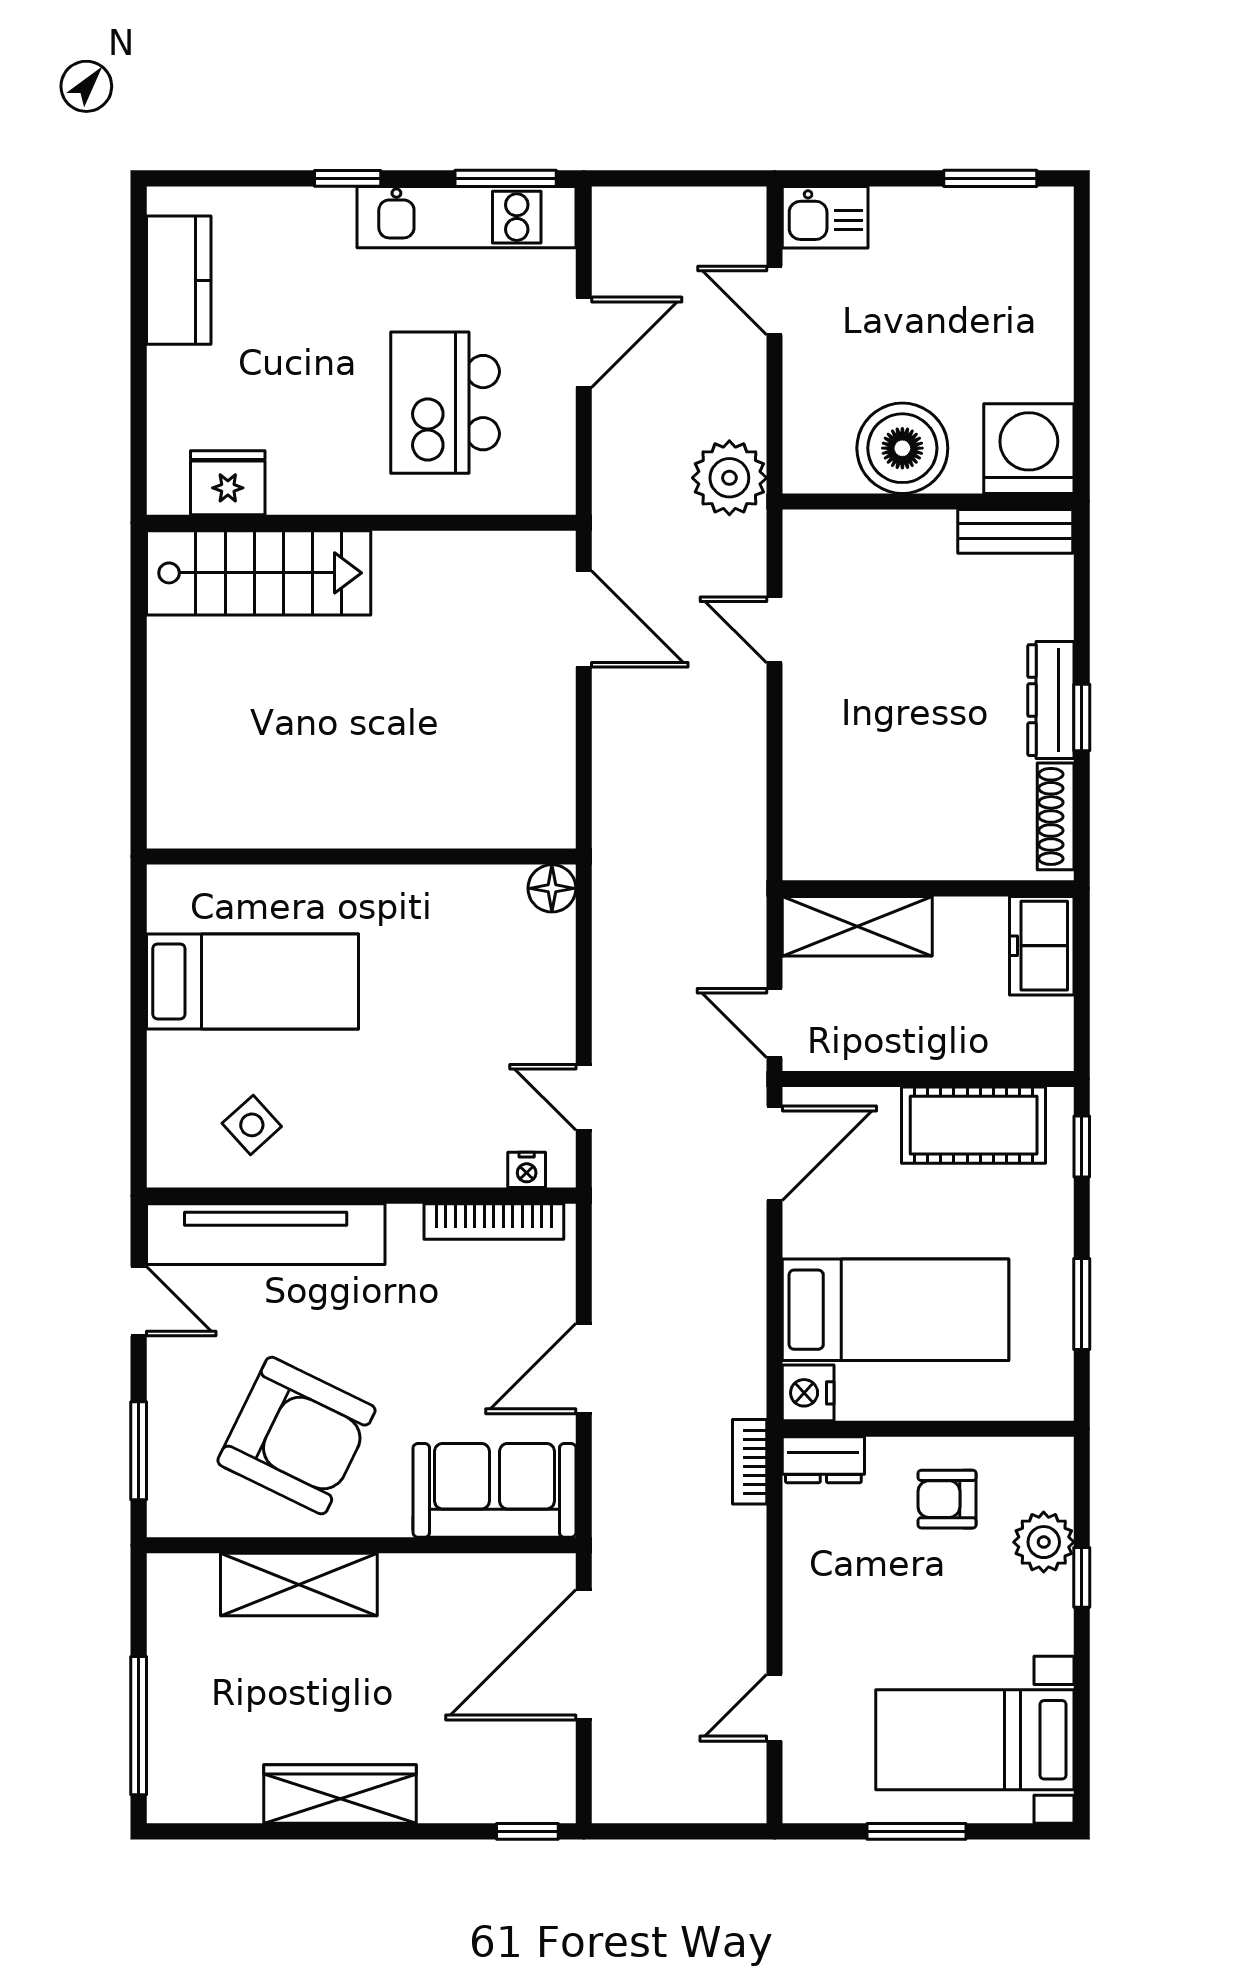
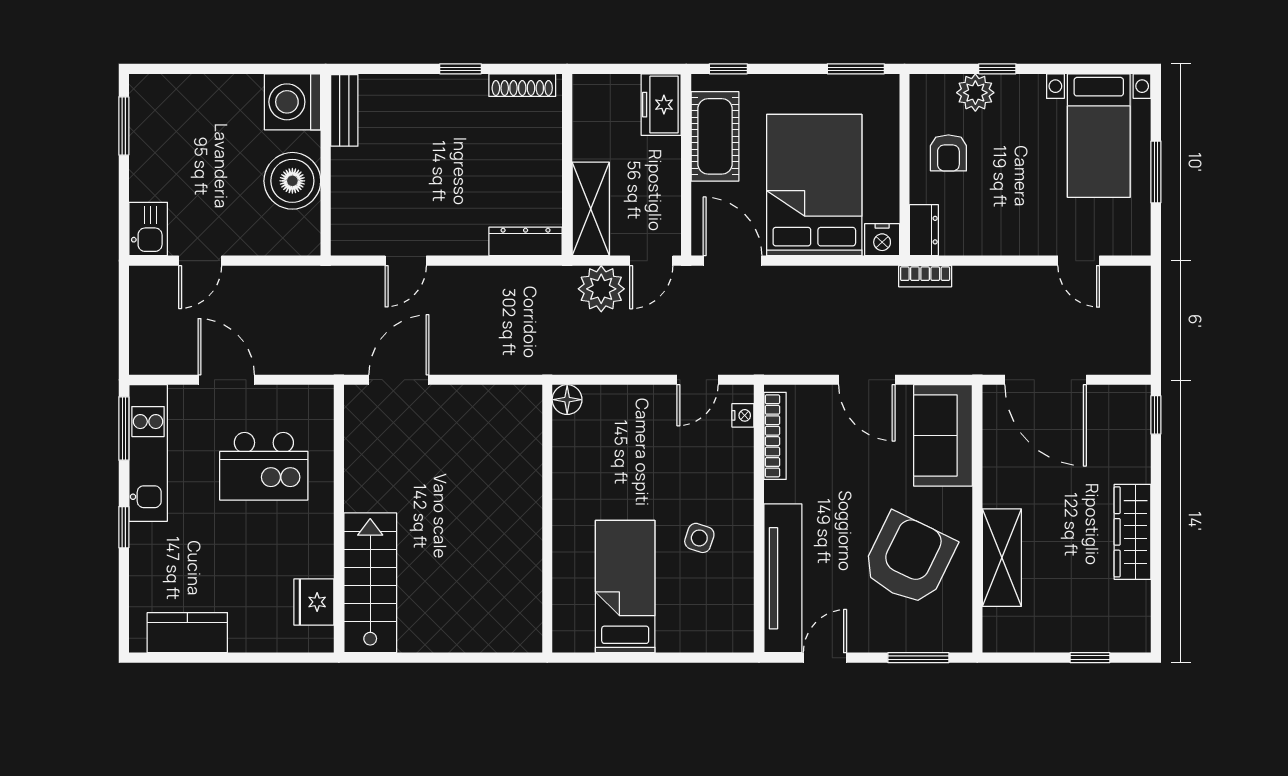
plant: (729, 478) -> (601, 289), moved
dresser: (1051, 700) -> (526, 241), moved, turned 180
freezer: (1042, 946) -> (661, 105), moved, turned 90
side table: (252, 1125) -> (699, 538), moved, turned -30
window: (1082, 1304) -> (856, 69), moved
bed: (896, 1310) -> (814, 185), width x1.50
window: (139, 1726) -> (1090, 658), width x0.46

